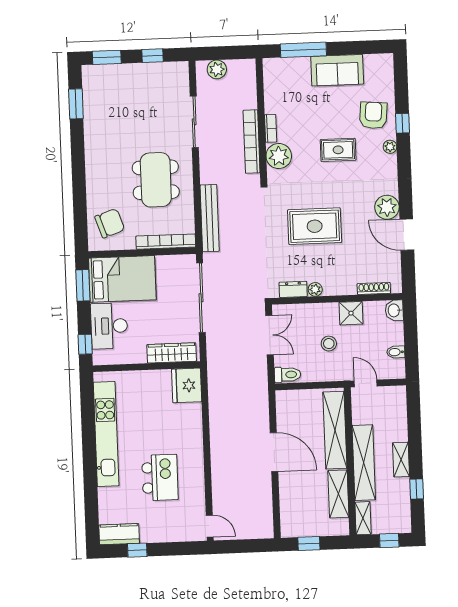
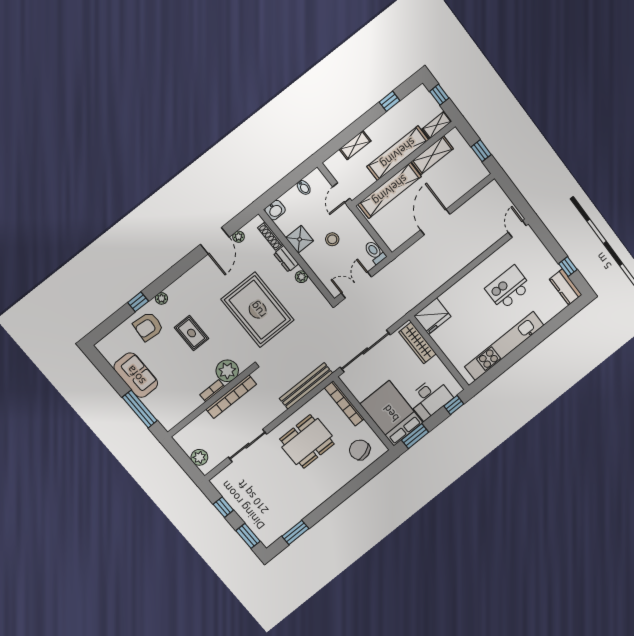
plant: (387, 207) -> (239, 237), moved, width x0.53, depth x0.53
rug: (315, 226) -> (258, 310), width x1.37, depth x1.44
dresser: (293, 289) -> (286, 259), moved
shelving: (401, 460) -> (355, 145), moved

